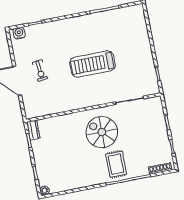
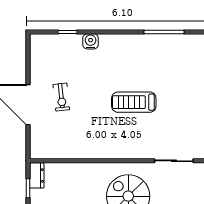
water cooler: (19, 33) -> (91, 41), moved
treadmill: (93, 64) -> (134, 102), width x0.73, depth x0.73

